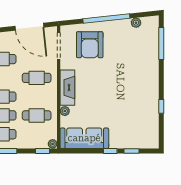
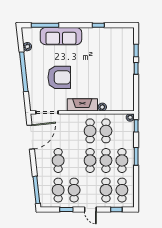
armchair: (90, 45) -> (59, 77), moved
cafe table: (37, 78) -> (90, 131), moved
sofa: (84, 138) -> (61, 36), moved, turned -90

